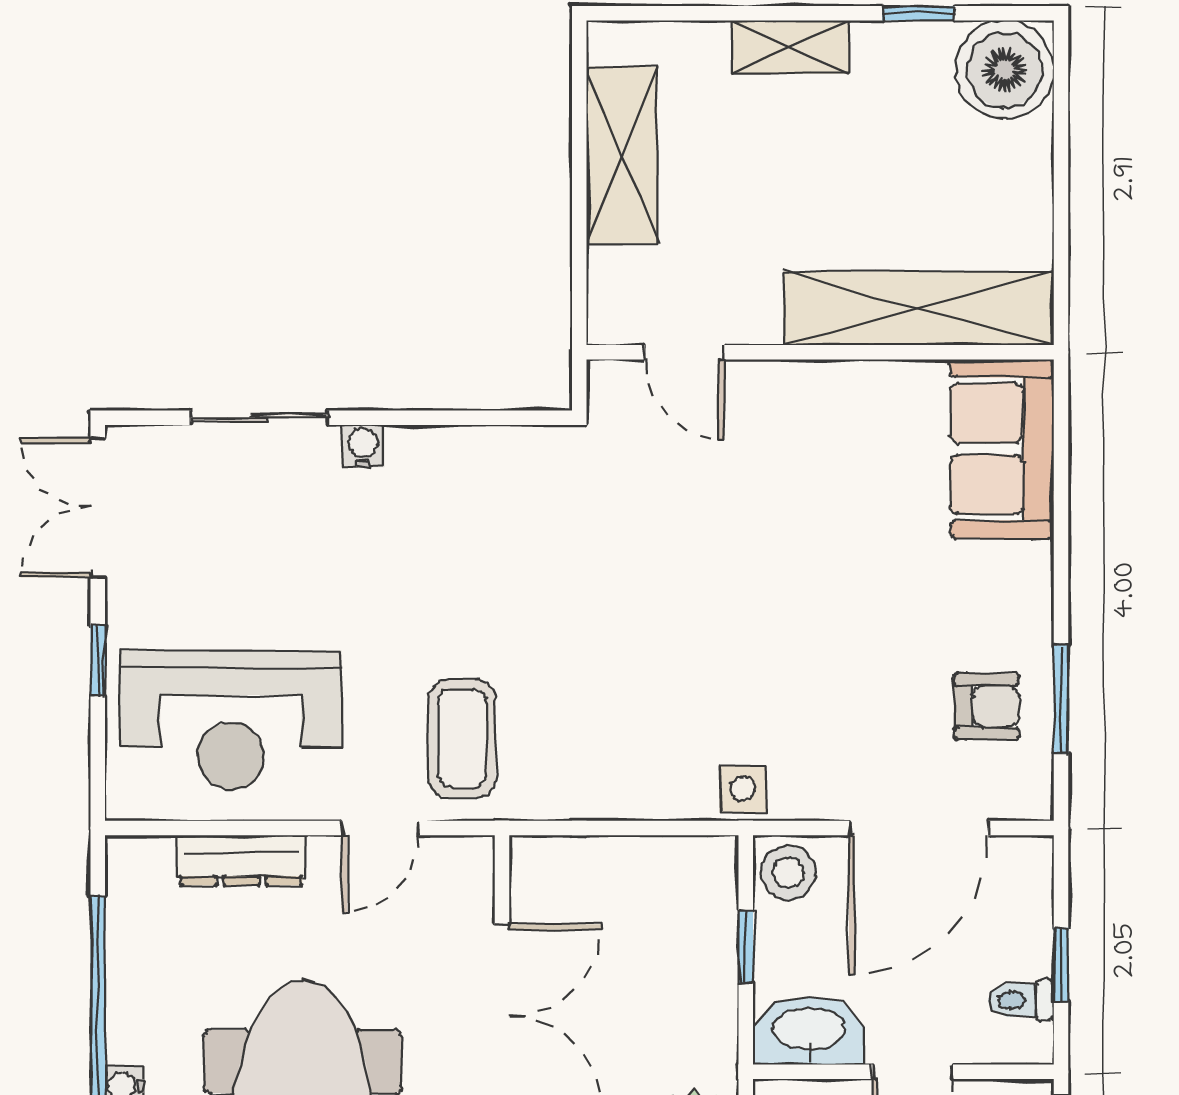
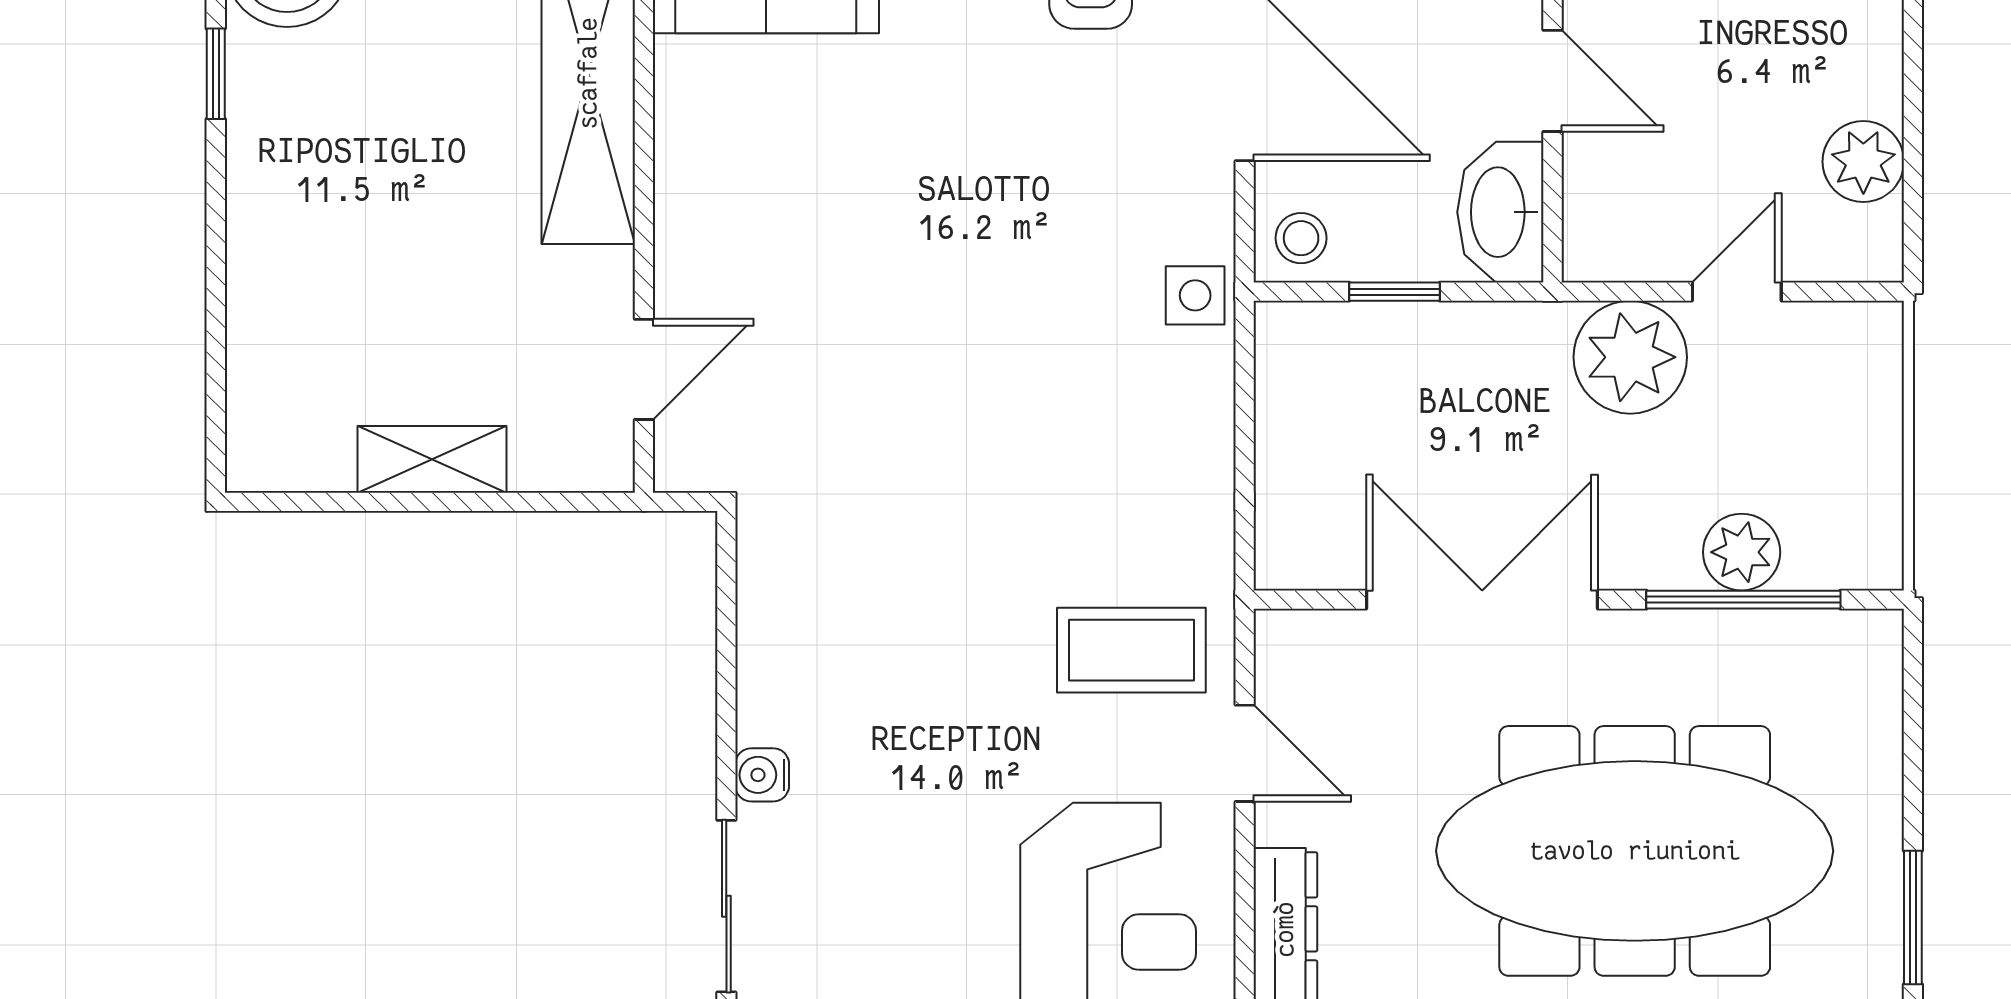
shelving: (790, 47) -> (258, 235), removed
shelving: (622, 155) -> (432, 459), width x0.67, depth x0.75
stool: (788, 873) -> (1301, 238), width x0.73, depth x0.73

